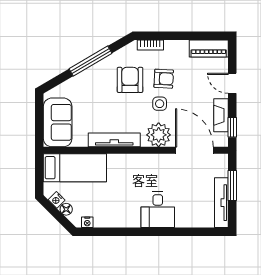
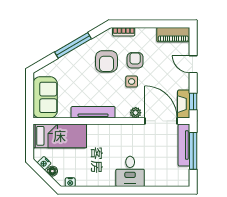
armchair: (164, 79) -> (135, 60), turned -93
armchair: (130, 80) -> (106, 61), turned 180
fireplace: (221, 115) -> (184, 104), moved
plant: (159, 135) -> (136, 113), width x0.53, depth x0.53
window: (232, 185) -> (193, 151), width x1.44
tv unit: (221, 203) -> (184, 145), moved

